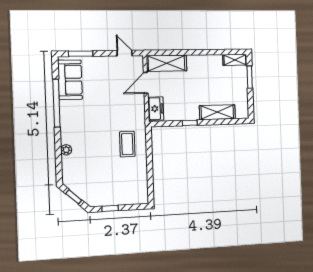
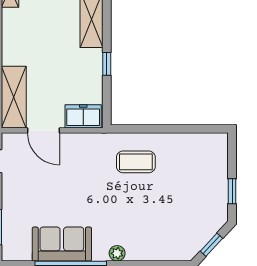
sofa: (70, 80) -> (62, 244), moved
plant: (66, 150) -> (117, 253), moved

